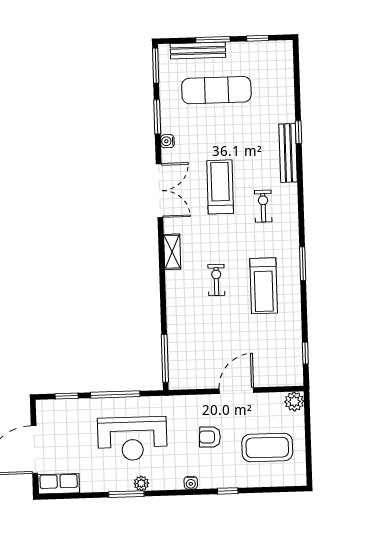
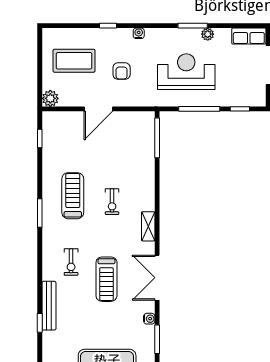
armchair: (210, 437) -> (122, 71), turned 88
plant: (141, 483) -> (208, 34), moved

